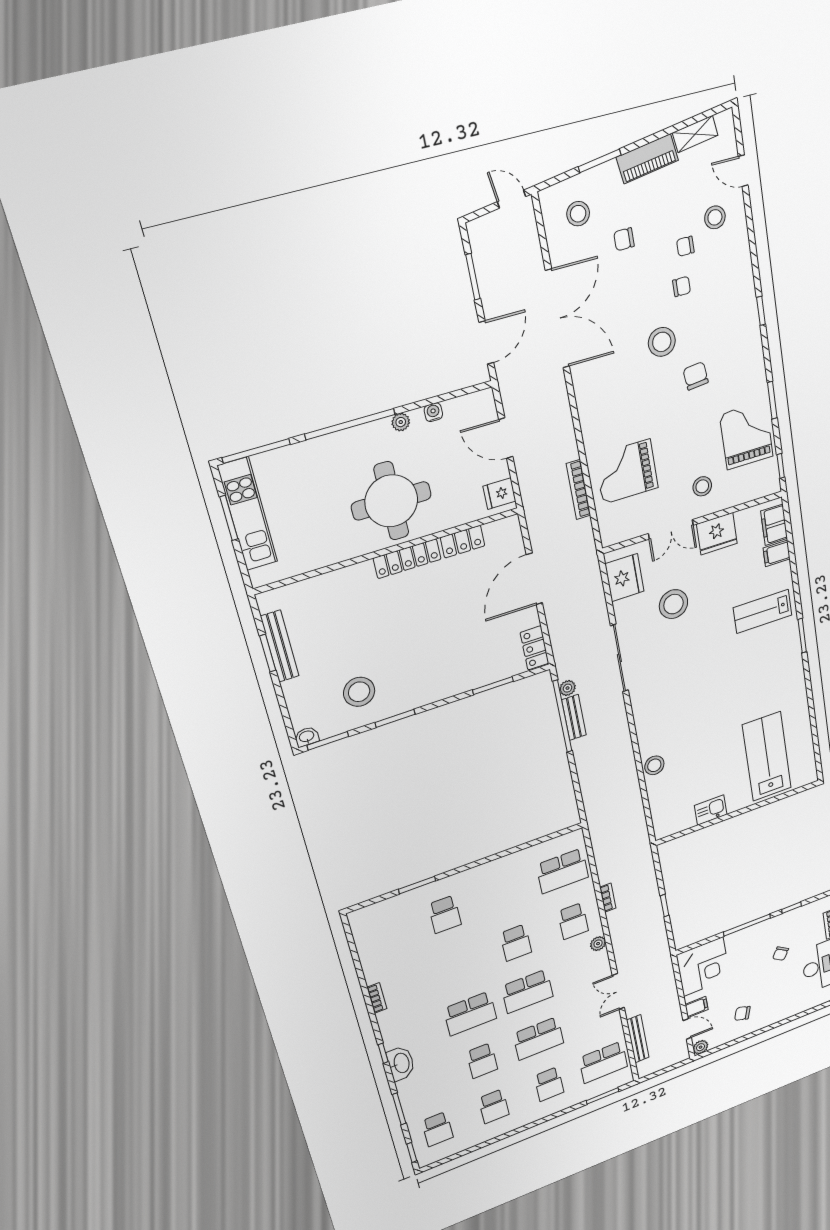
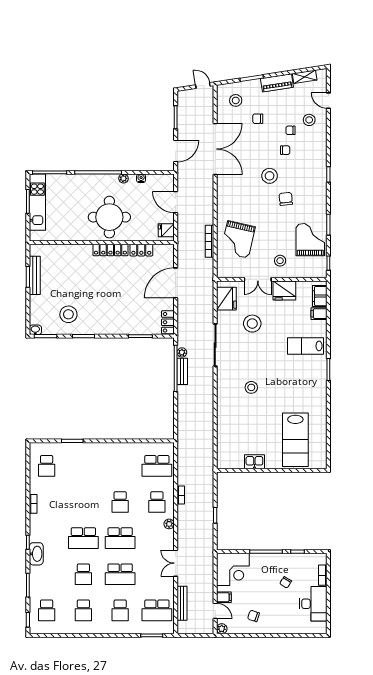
grand piano: (626, 472) -> (238, 239), turned -77
lab bench: (767, 757) -> (295, 440), turned 180
stool: (654, 765) -> (251, 387), moved
school desk: (445, 914) -> (47, 466), moved

